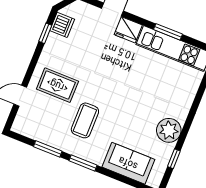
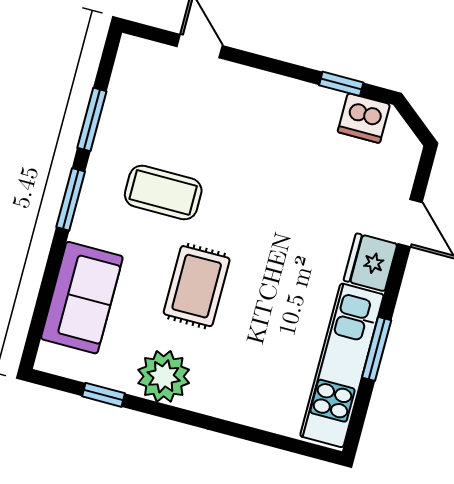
rug: (57, 85) -> (197, 286), moved

